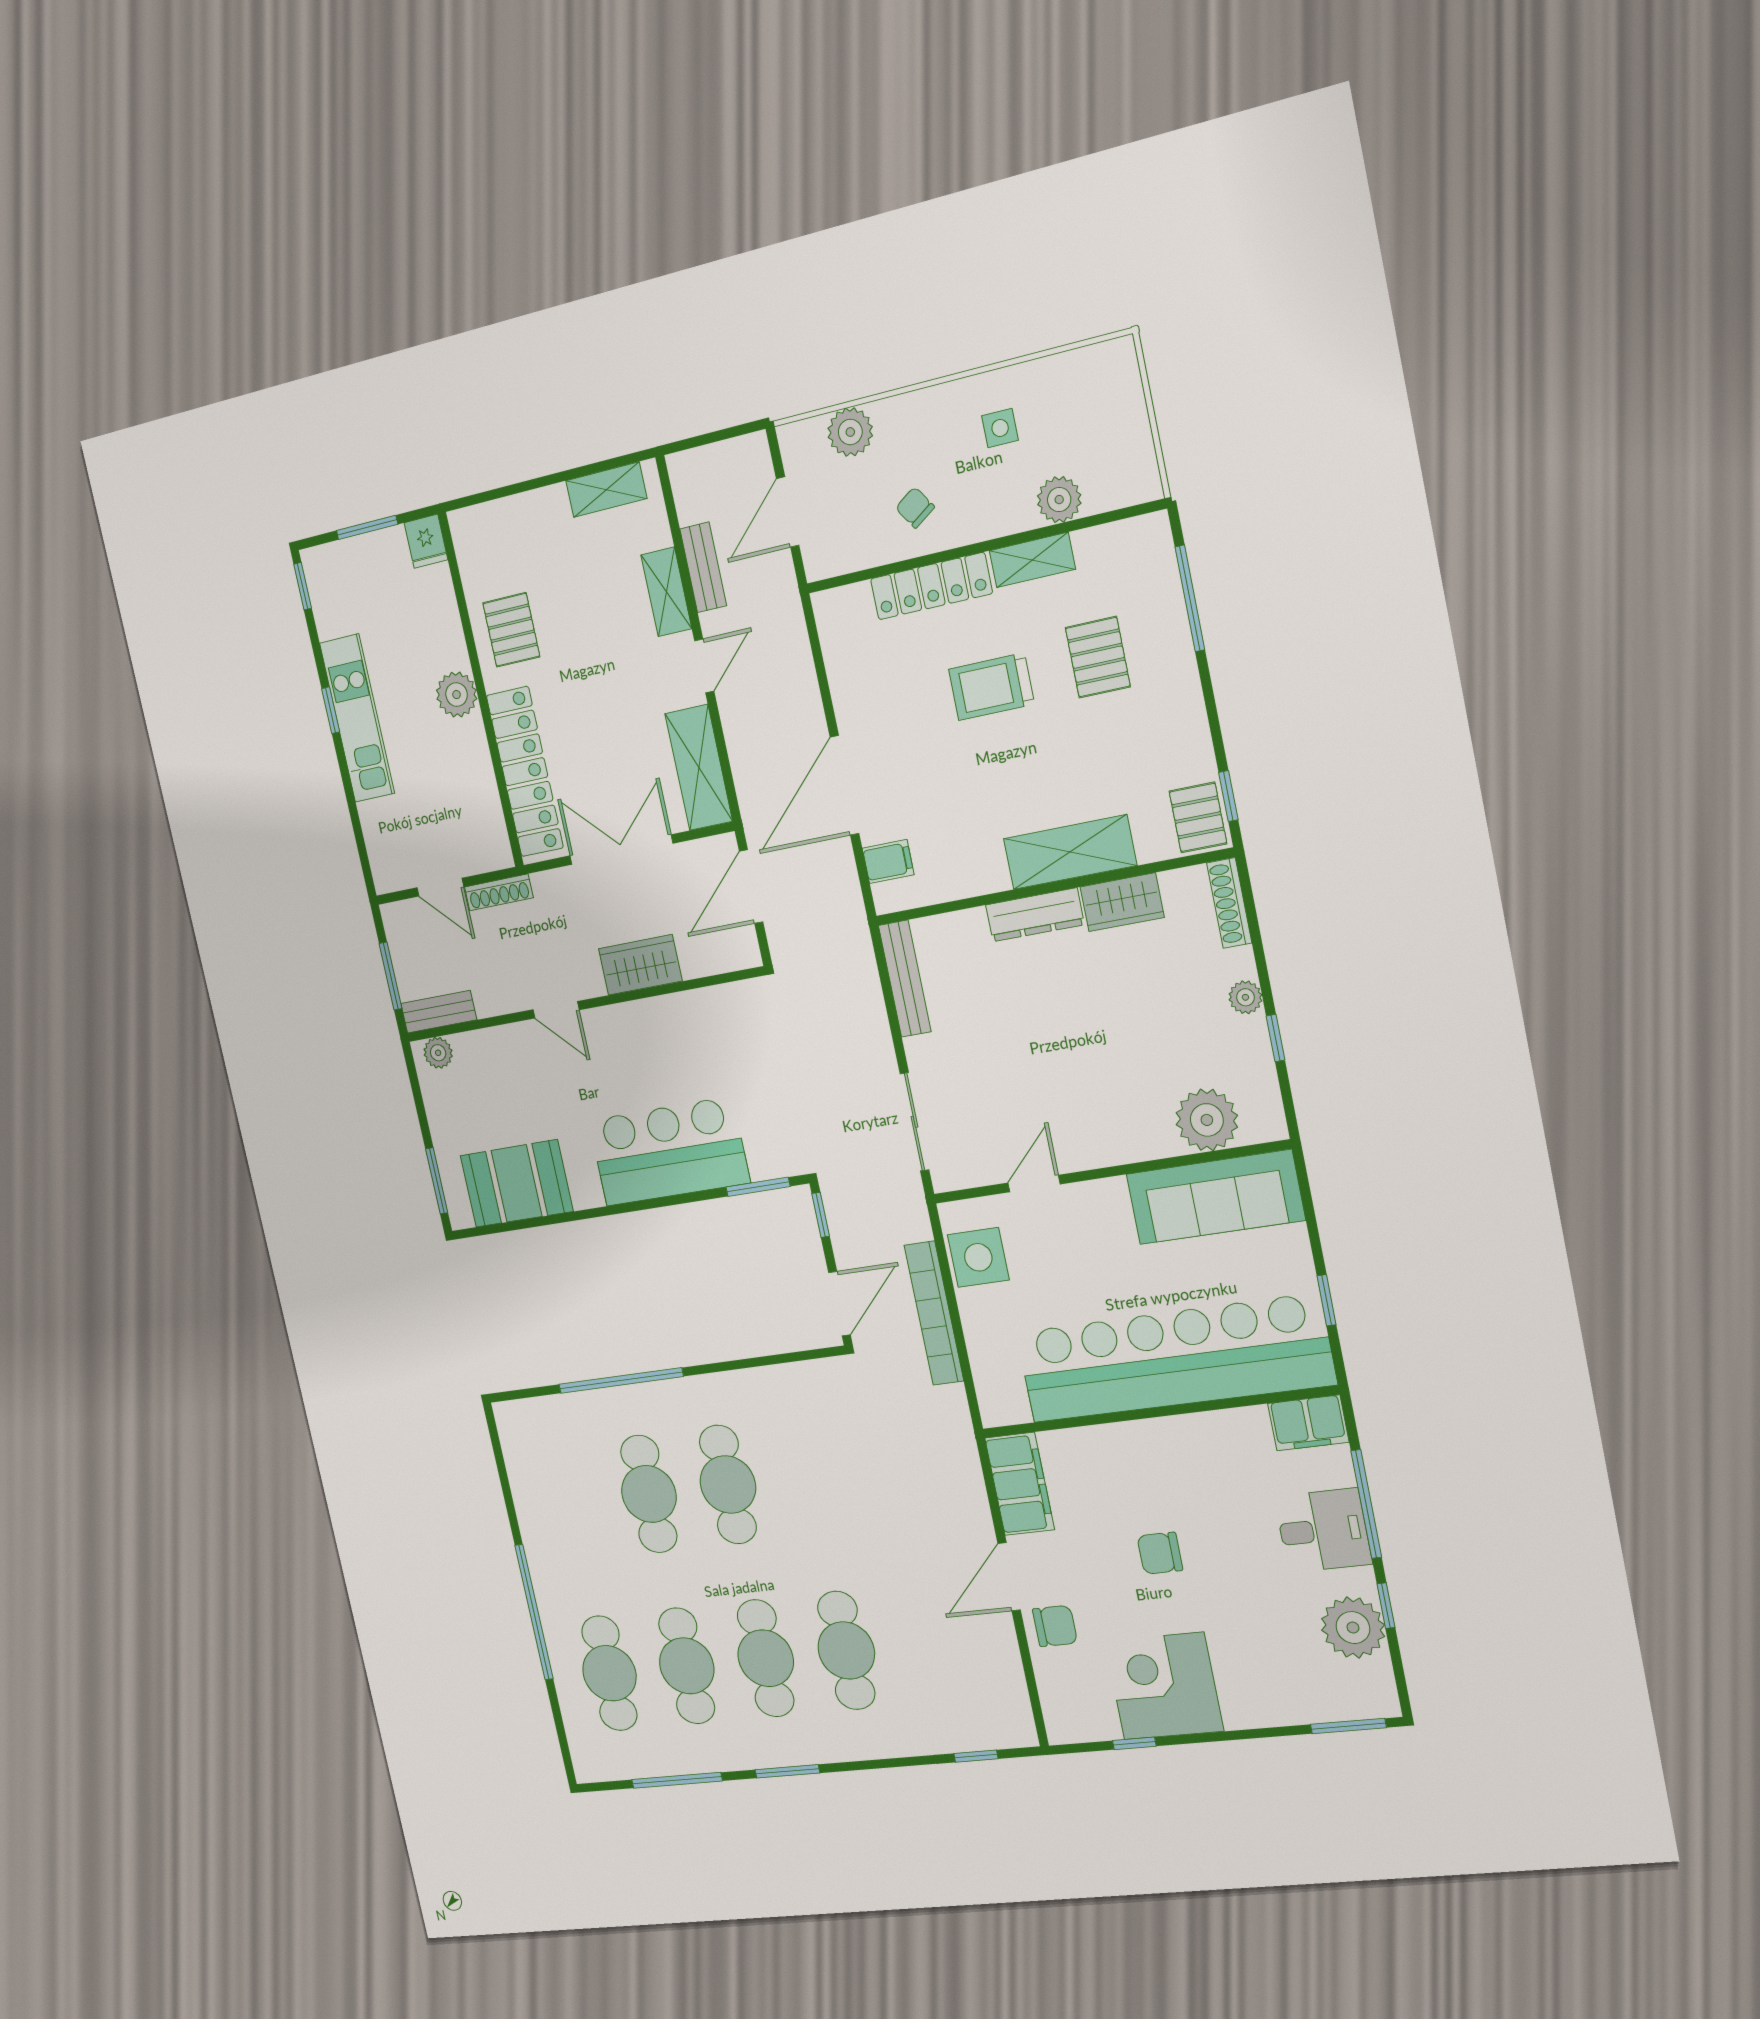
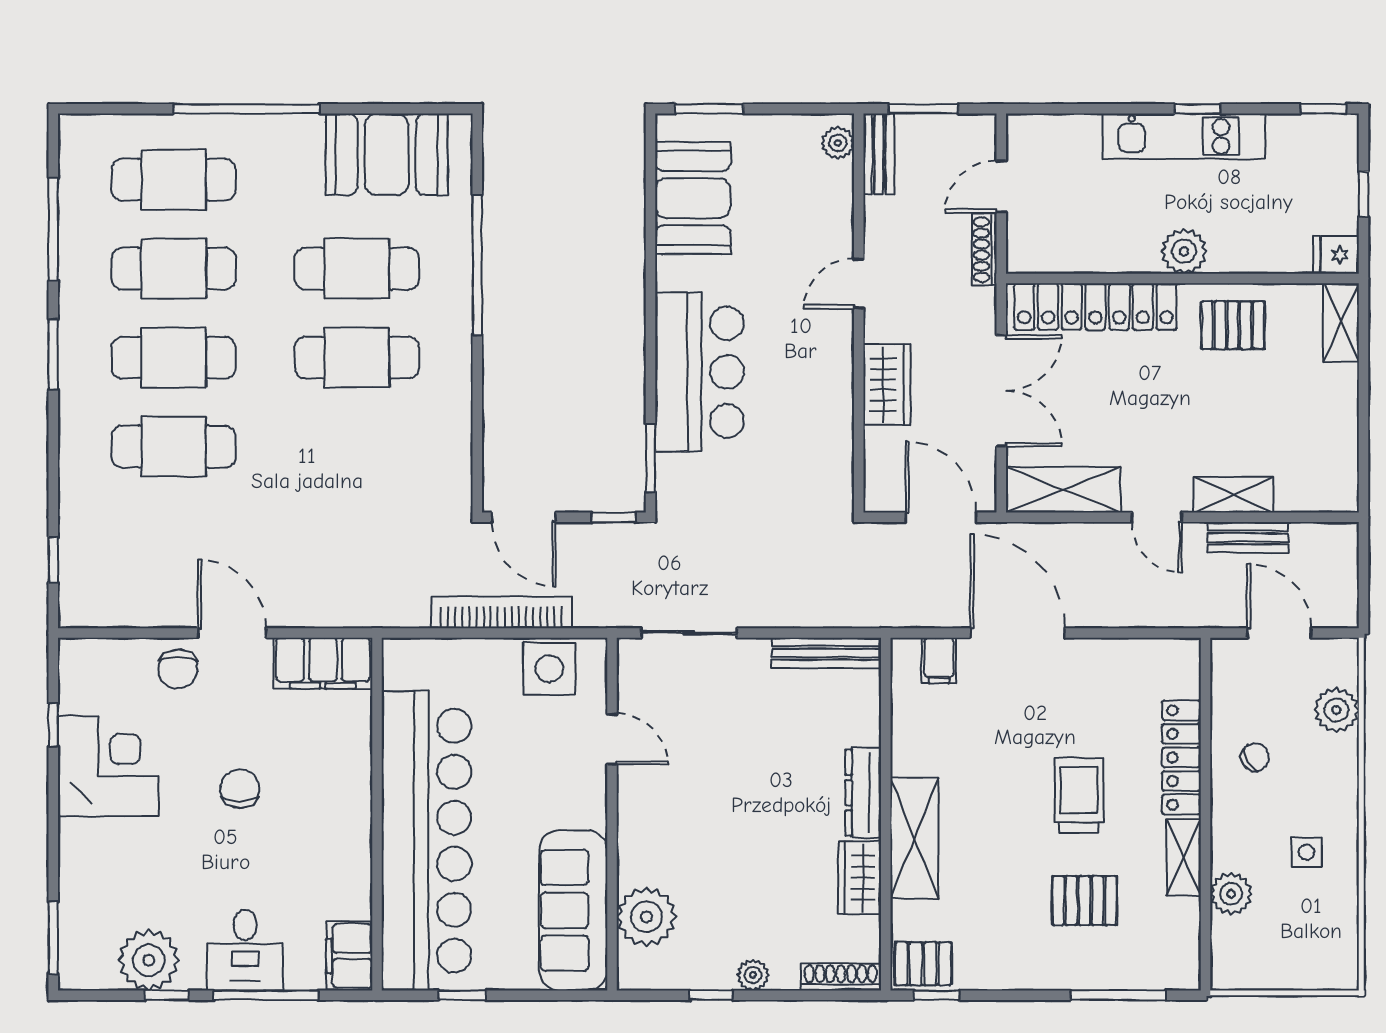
shelving: (606, 490) -> (1341, 323), moved
window: (367, 527) -> (1364, 194), width x0.67
booth: (544, 1478) -> (387, 154), added

